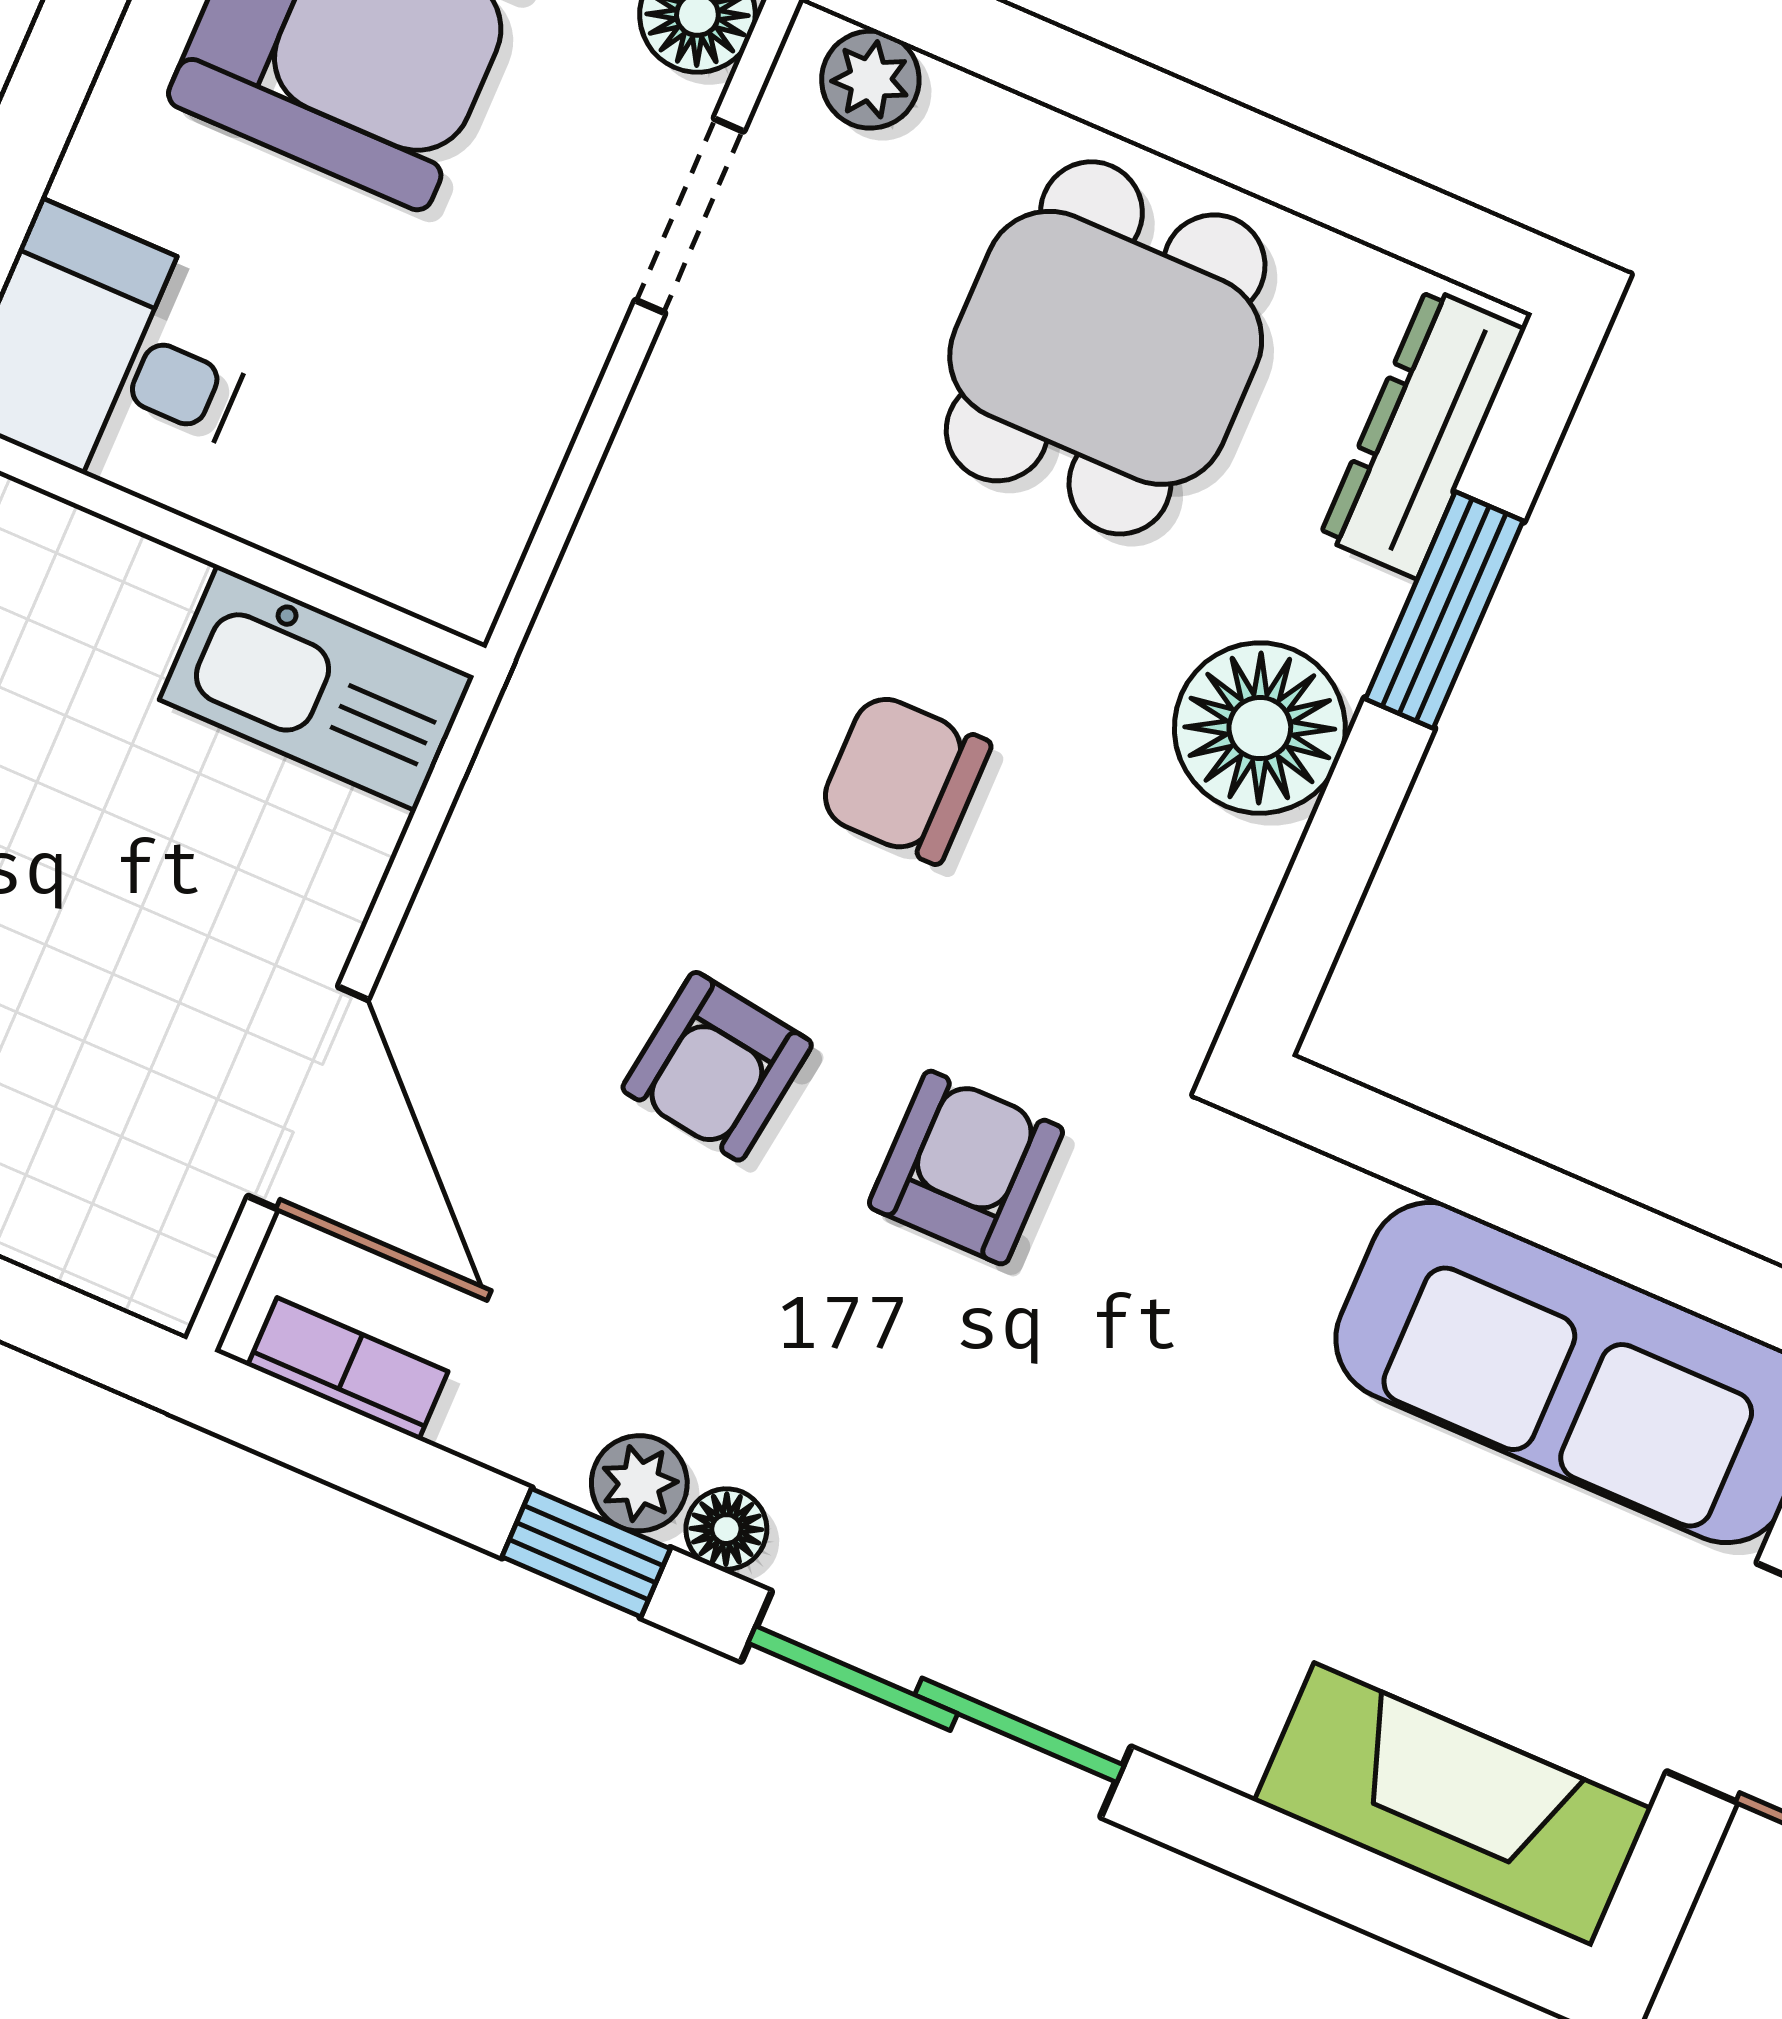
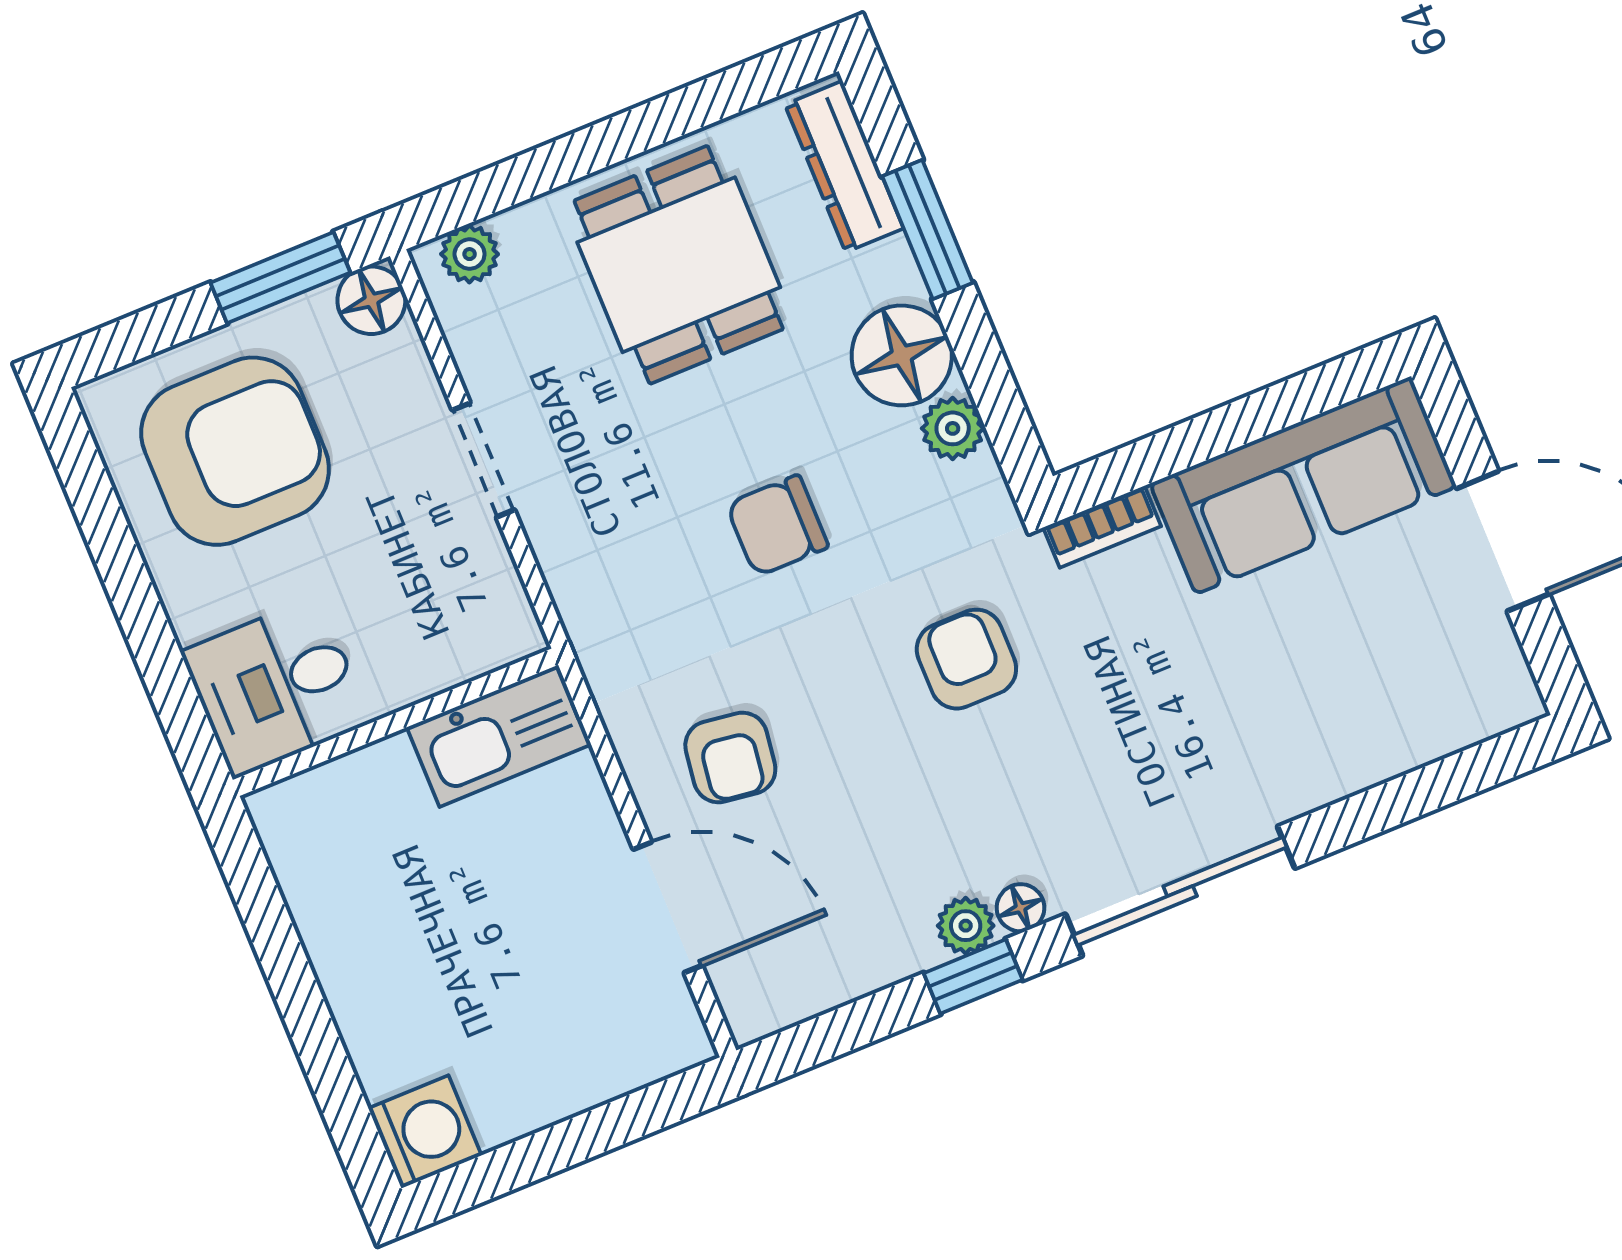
doorway: (690, 216) -> (483, 460), moved
plant: (1231, 877) -> (953, 428), added
armchair: (717, 1066) -> (730, 757), moved
bookcase: (348, 1369) -> (1102, 527), moved, turned 180
fireplace: (1453, 1805) -> (1434, 715), removed

